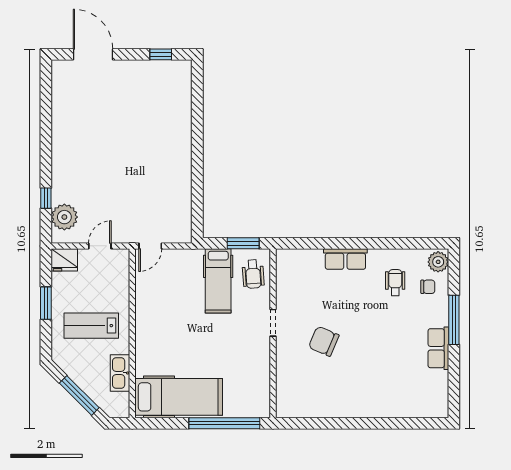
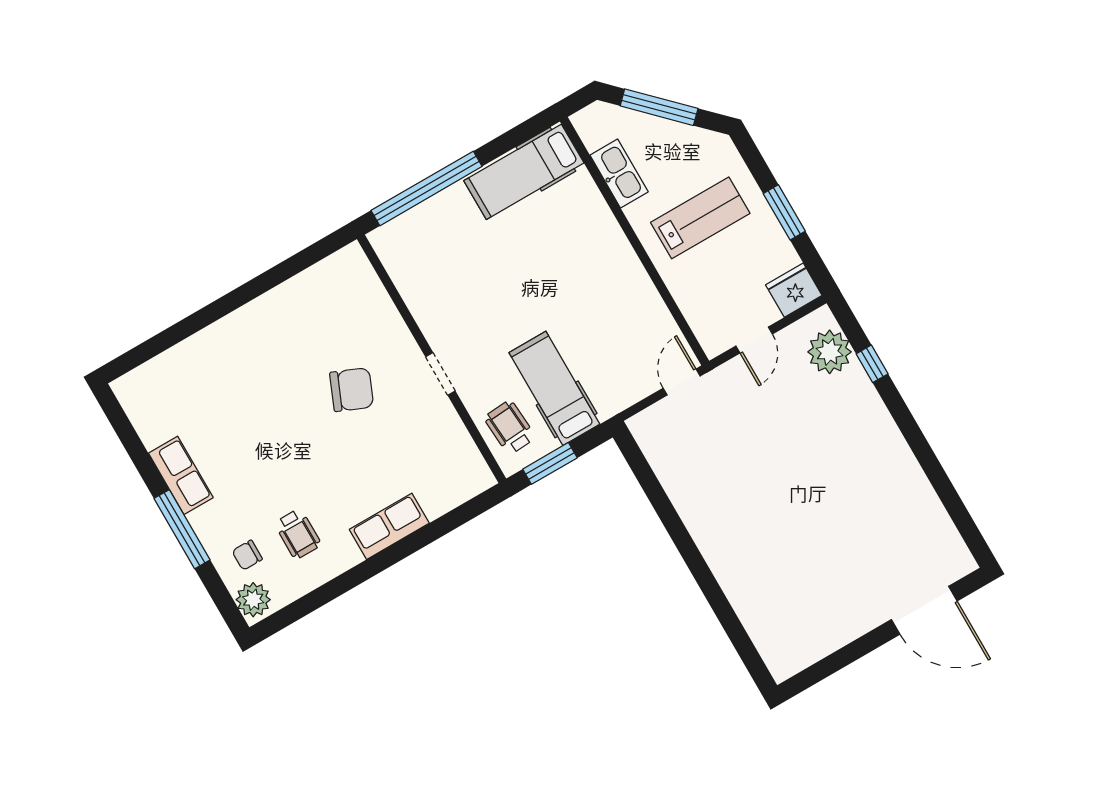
window: (161, 54) -> (827, 667), removed
hospital bed: (179, 397) -> (524, 172), width x0.73, depth x0.78

